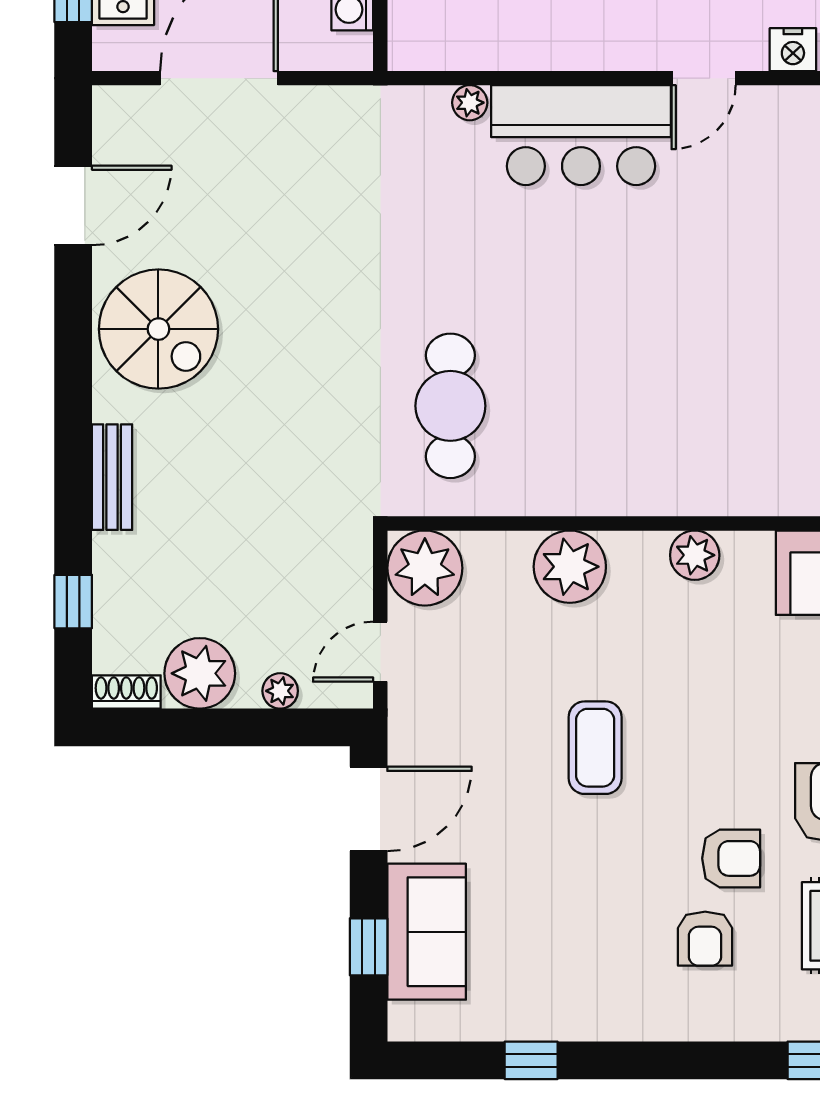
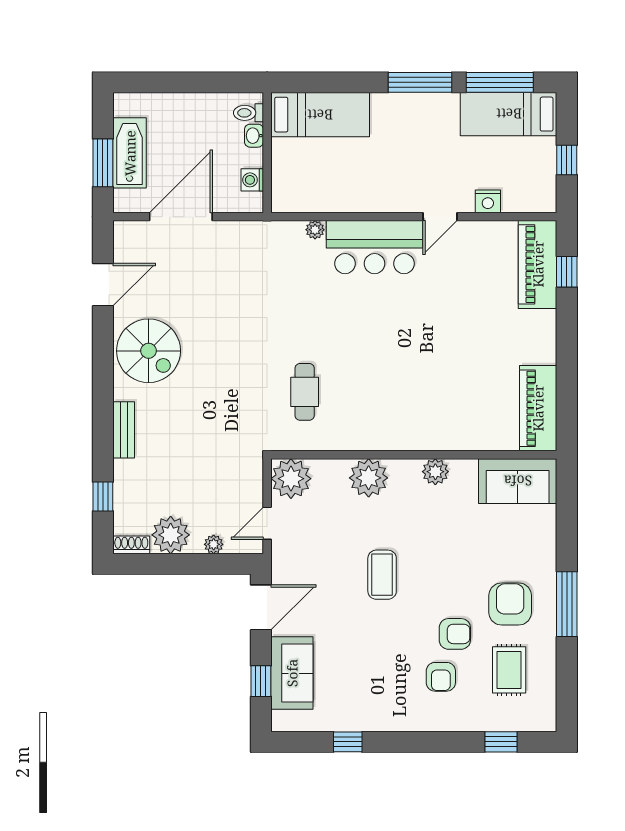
cafe table: (450, 406) -> (305, 392), width x0.73, depth x0.74

